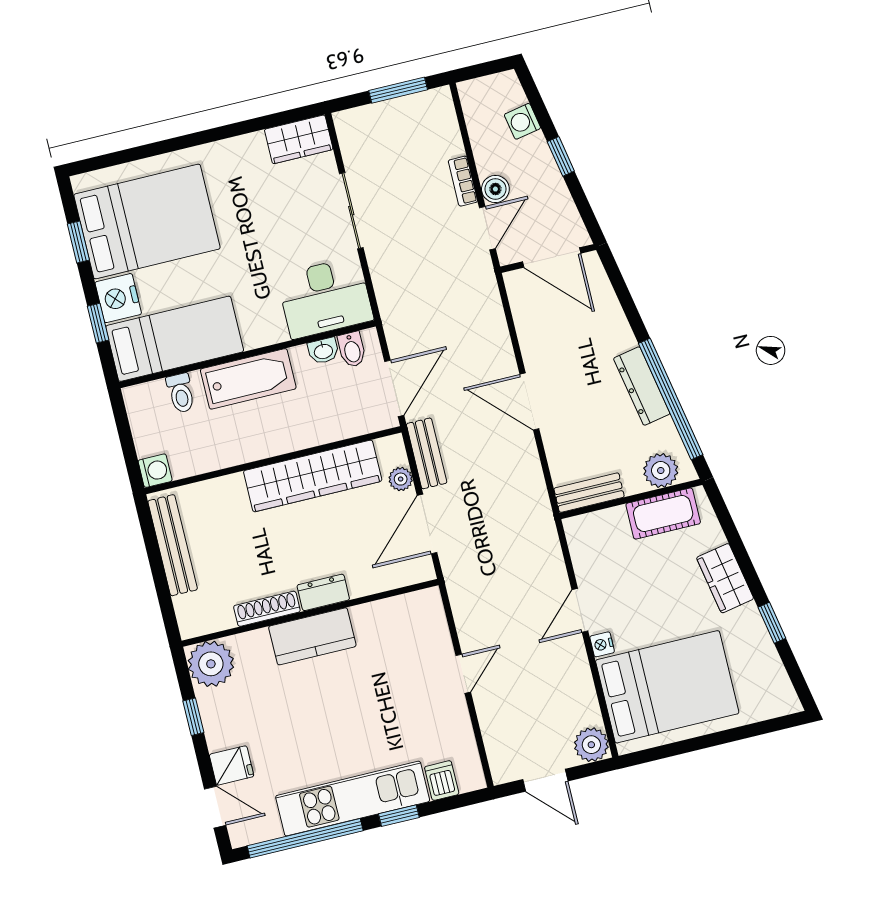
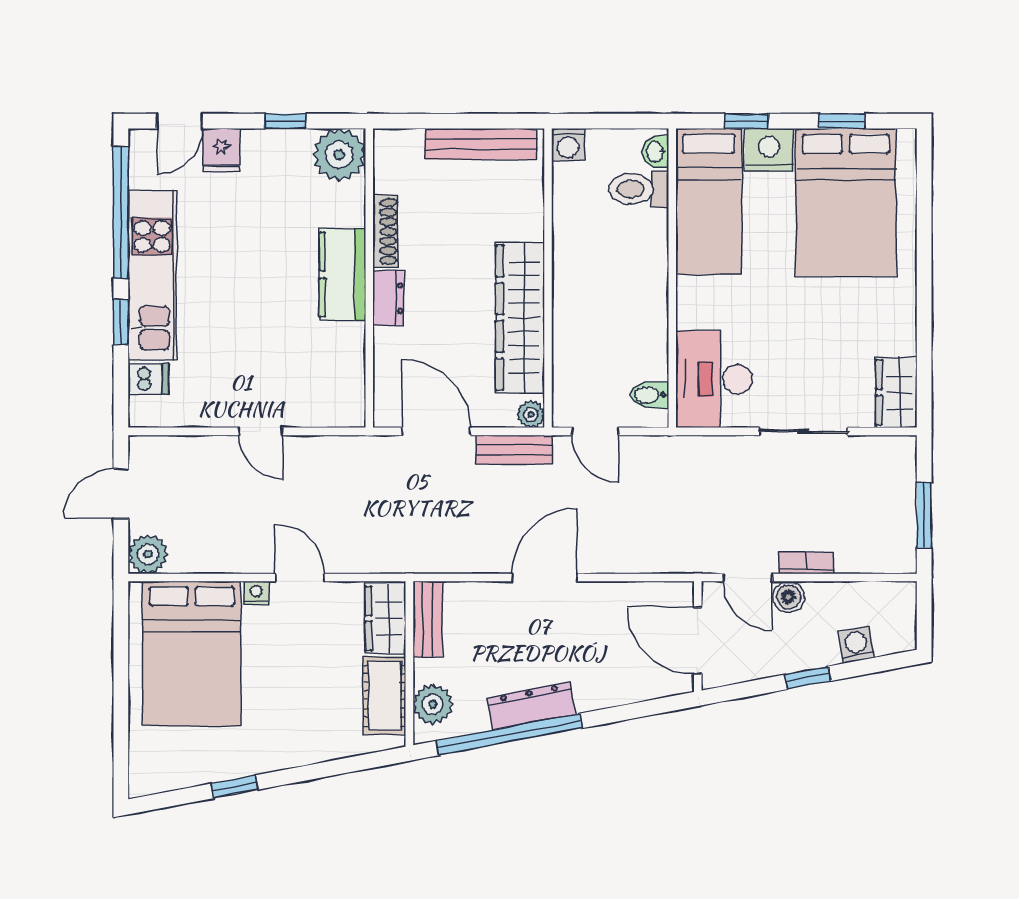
door: (552, 258) -> (698, 641), hinge flipped
washbasin: (323, 351) -> (656, 152), moved
bathtub: (248, 379) -> (645, 272), removed
door: (394, 388) -> (595, 431), width x0.73
toilet: (181, 393) -> (639, 189), width x1.37, depth x1.39
plant: (401, 479) -> (531, 414), moved
wardrobe: (725, 578) -> (385, 619), moved, turned -79

